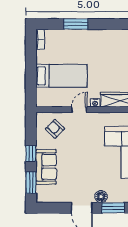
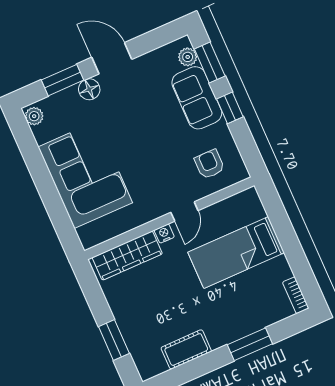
cot: (111, 36) -> (186, 349), added
armchair: (55, 129) -> (209, 164), turned -134
plant: (41, 191) -> (188, 57), added

